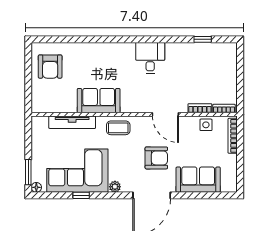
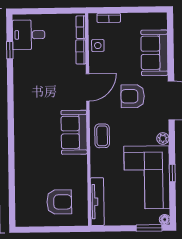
desk: (150, 58) -> (29, 35), moved
armchair: (50, 67) -> (59, 202), moved
sofa: (99, 101) -> (74, 132), moved
tv unit: (72, 122) -> (97, 202), moved
bookcase: (233, 136) -> (109, 18), width x0.64
armchair: (156, 158) -> (133, 96), turned -90

